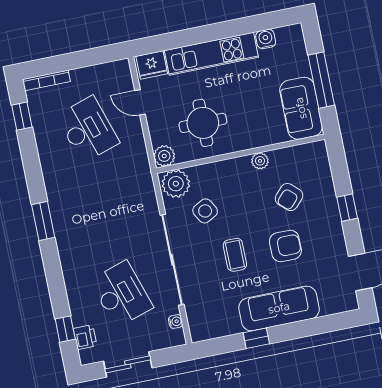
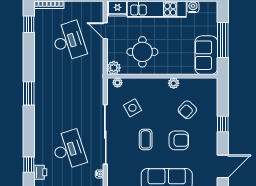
plant: (176, 184) -> (117, 83), width x0.53, depth x0.53

